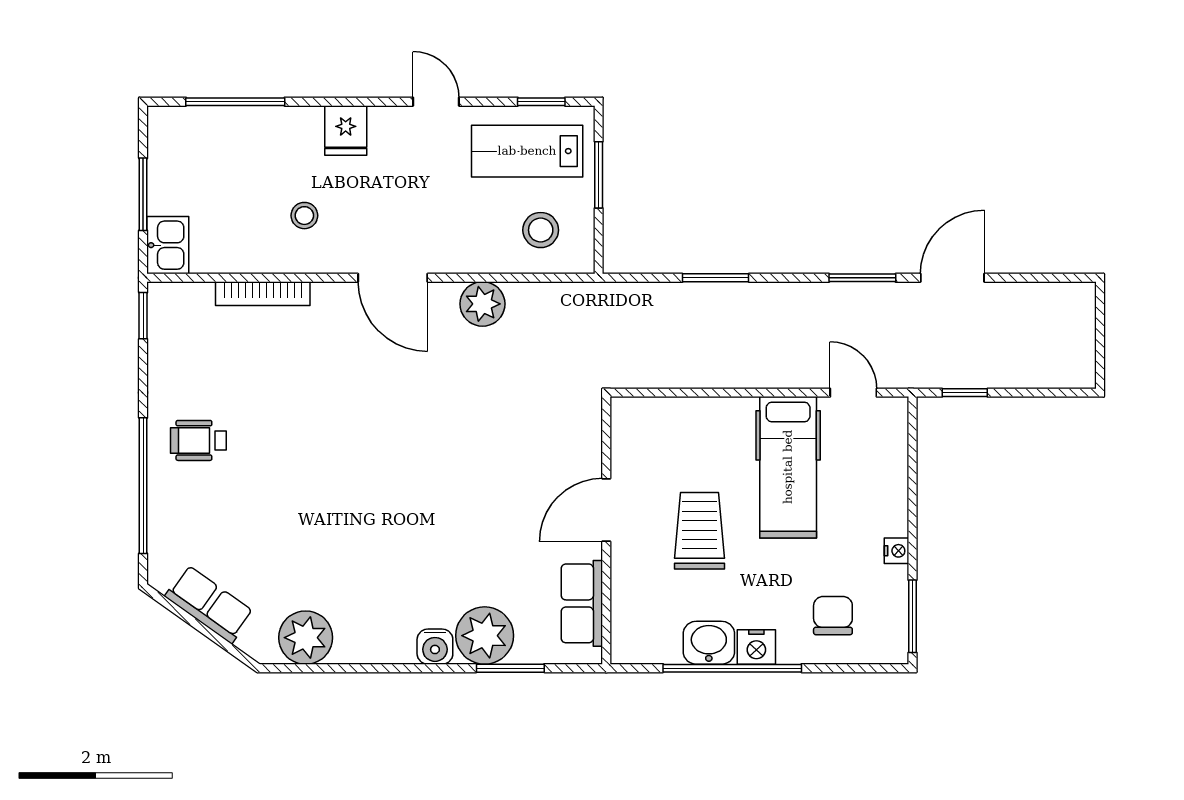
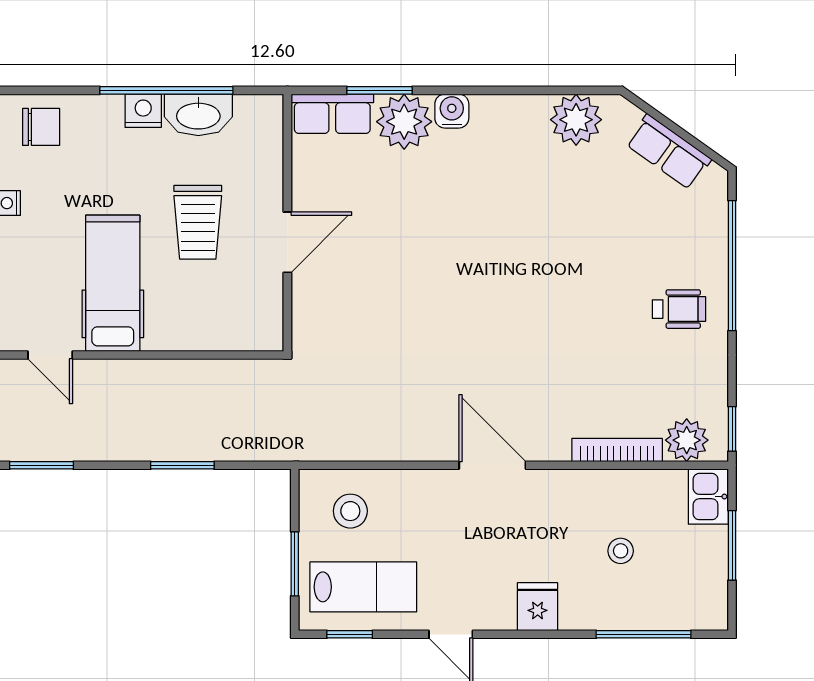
stool: (304, 216) -> (621, 551), moved
plant: (482, 304) -> (687, 440), moved
row of seats: (582, 603) -> (332, 114), moved, turned 90
chair: (833, 616) -> (41, 127), moved, turned -90
washbasin: (709, 643) -> (198, 115), width x1.38

